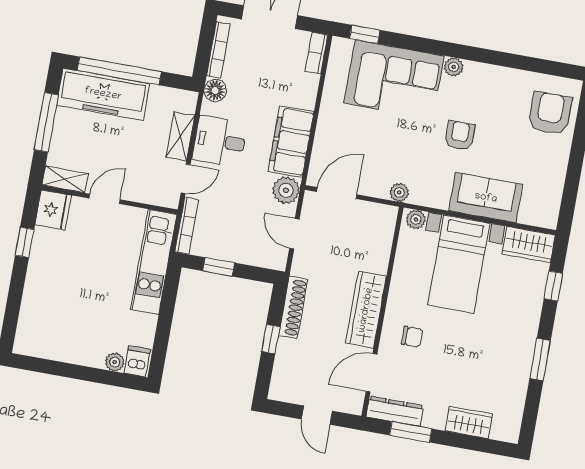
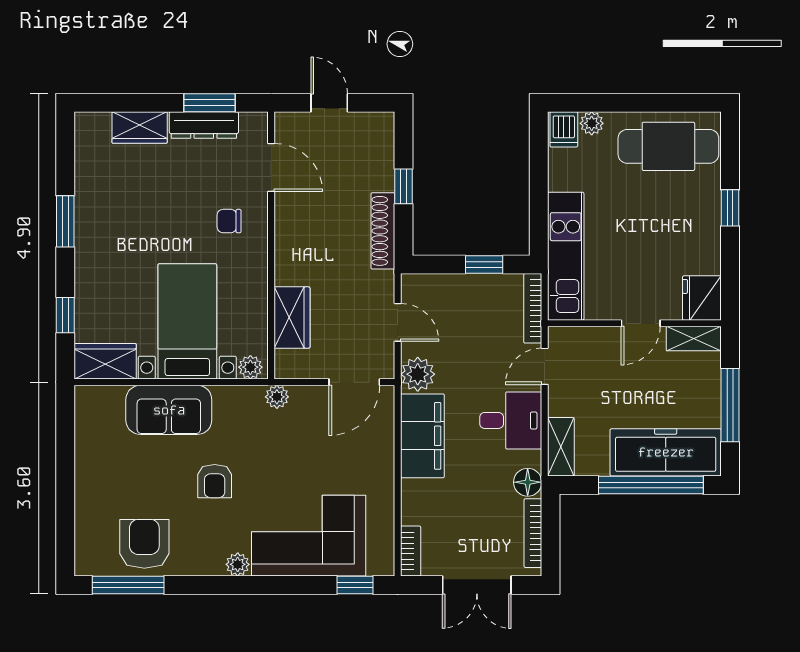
window: (542, 66) -> (128, 585), added
armchair: (550, 113) -> (144, 544), moved, turned 180
shelving: (180, 136) -> (561, 447), moved
window: (25, 242) -> (730, 208), moved
wardrobe: (366, 310) -> (292, 318), moved, width x0.67
cafe table: (58, 333) -> (668, 146), added
door: (372, 373) -> (271, 167), hinge flipped
dresser: (395, 411) -> (204, 125), moved

